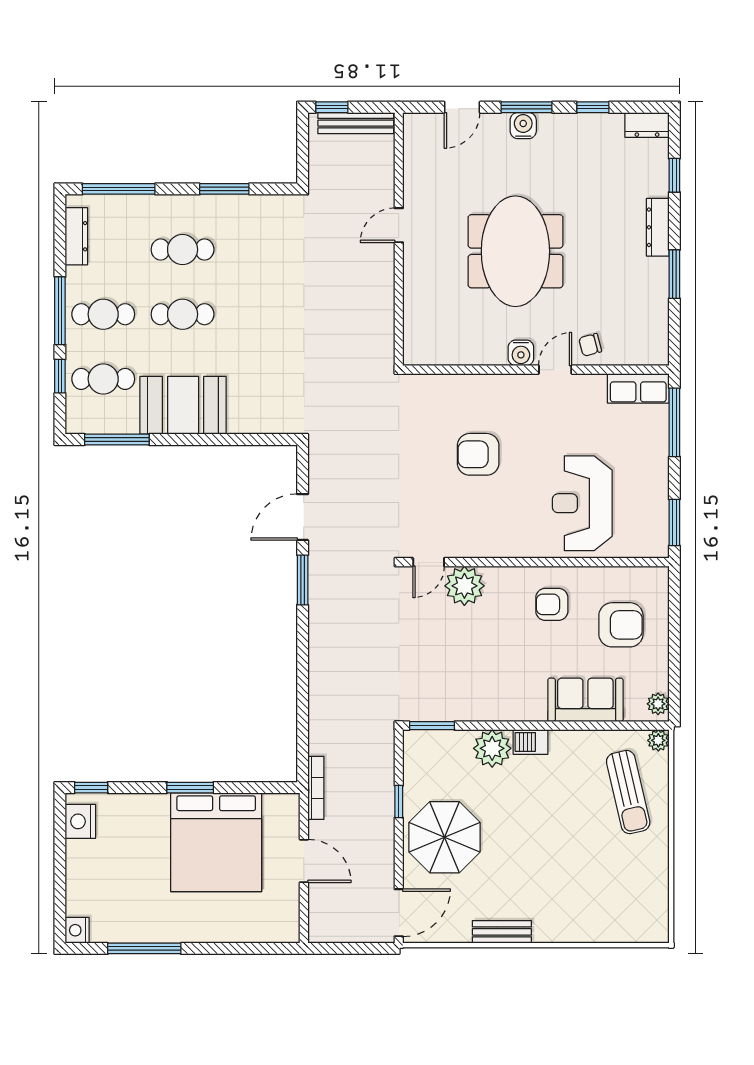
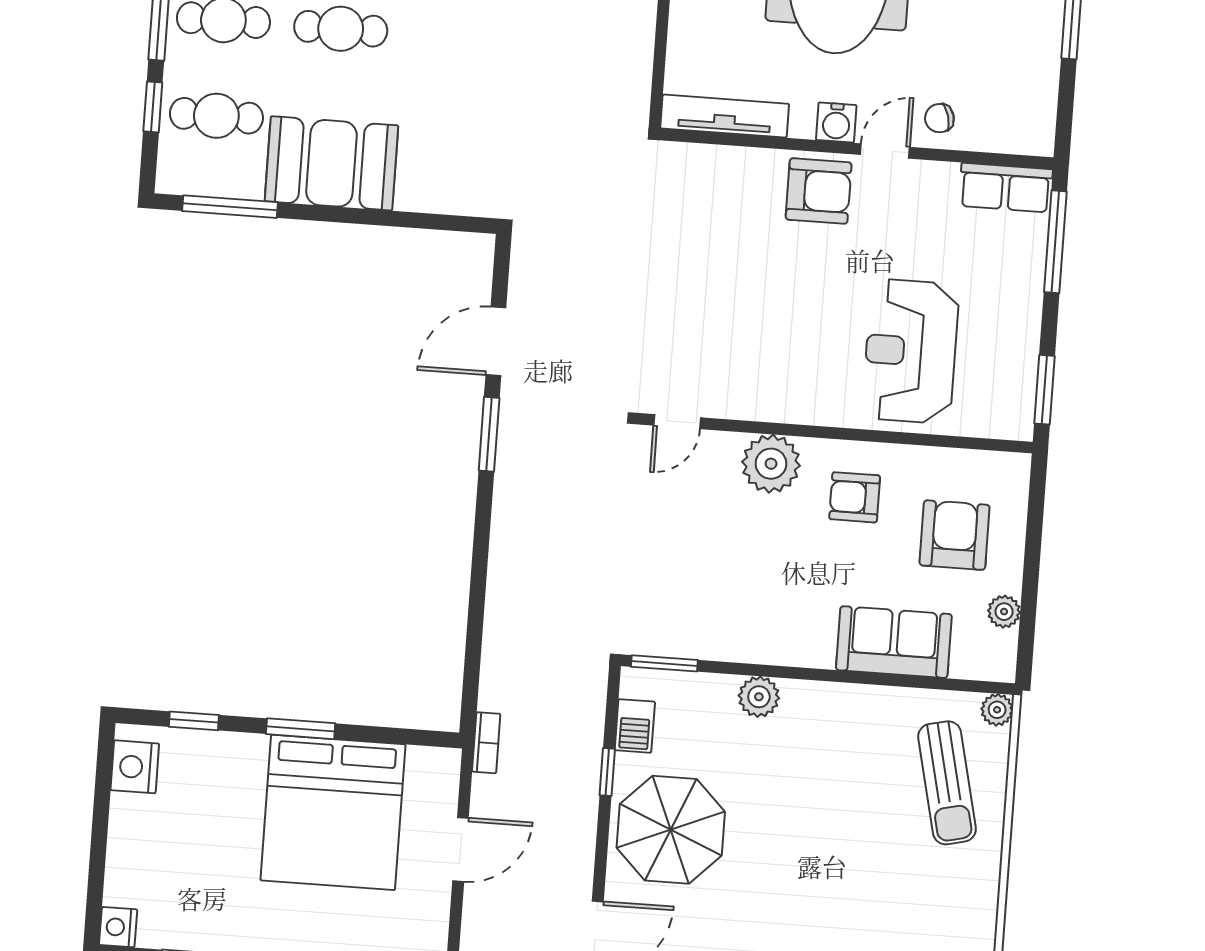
tv unit: (445, 354) -> (725, 116), added
armchair: (478, 454) -> (819, 191), moved, turned 180
plant: (464, 586) -> (771, 464), moved
armchair: (621, 625) -> (955, 535), turned -90
plant: (658, 704) -> (1004, 612), moved
barbecue: (531, 742) -> (635, 726), moved, turned -90
plant: (492, 748) -> (759, 697), width x0.73, depth x0.73
window: (91, 788) -> (194, 721), moved
bookcase: (316, 788) -> (486, 743), width x0.64
door: (304, 861) -> (461, 849), hinge flipped

